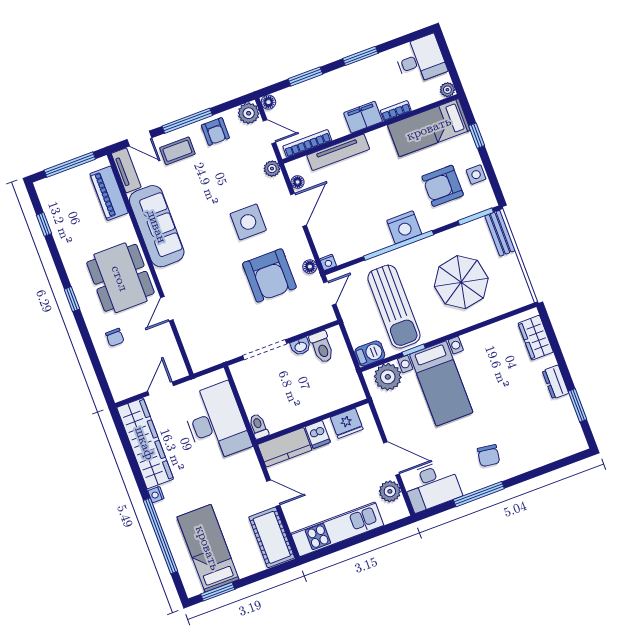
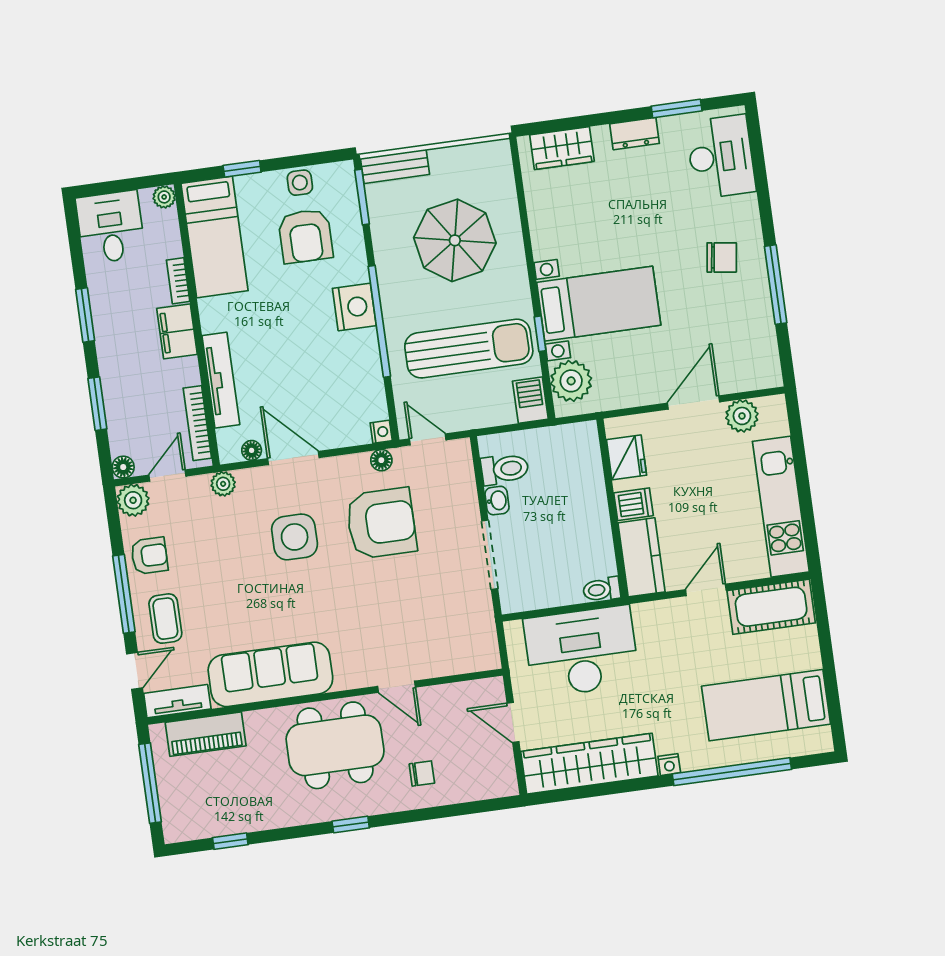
desk: (432, 486) -> (721, 157), moved
window: (218, 592) -> (834, 705), removed

